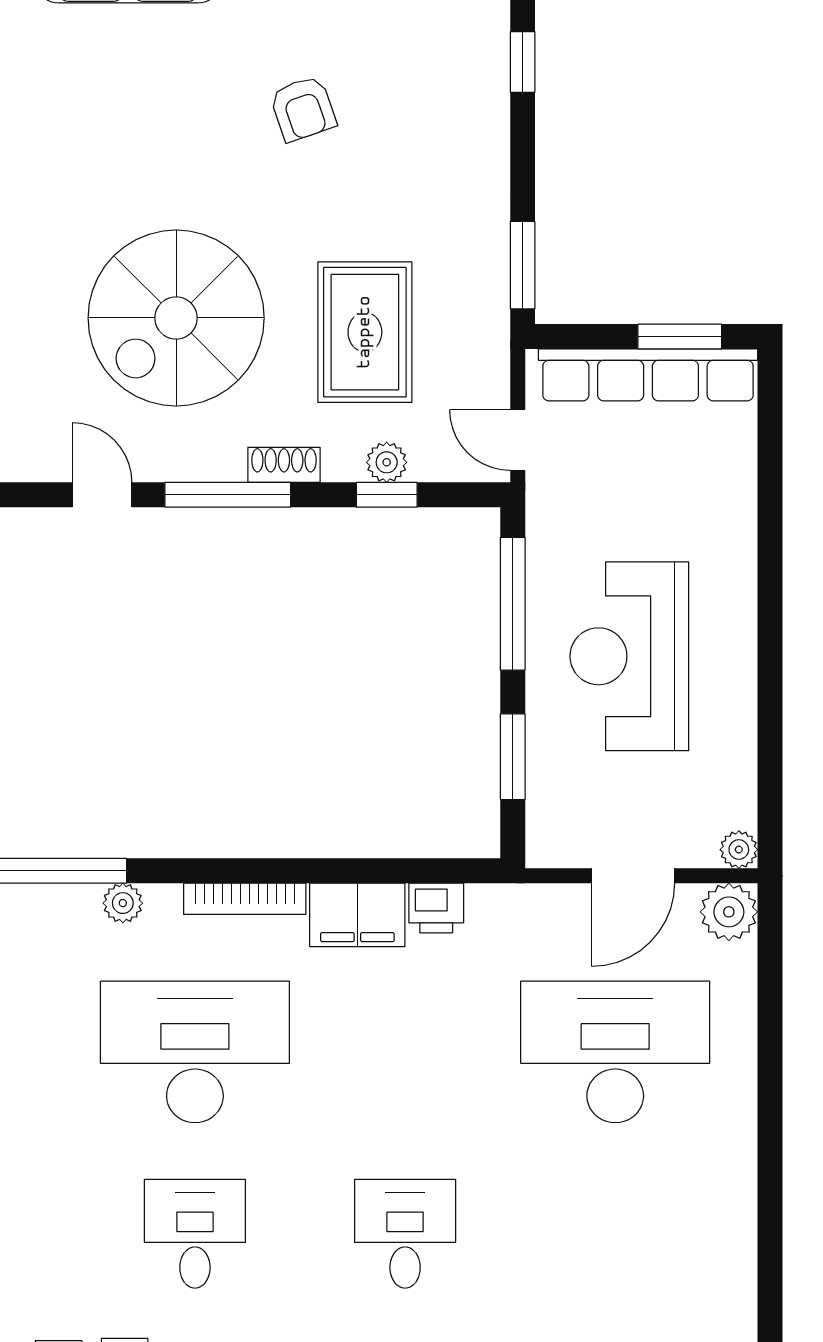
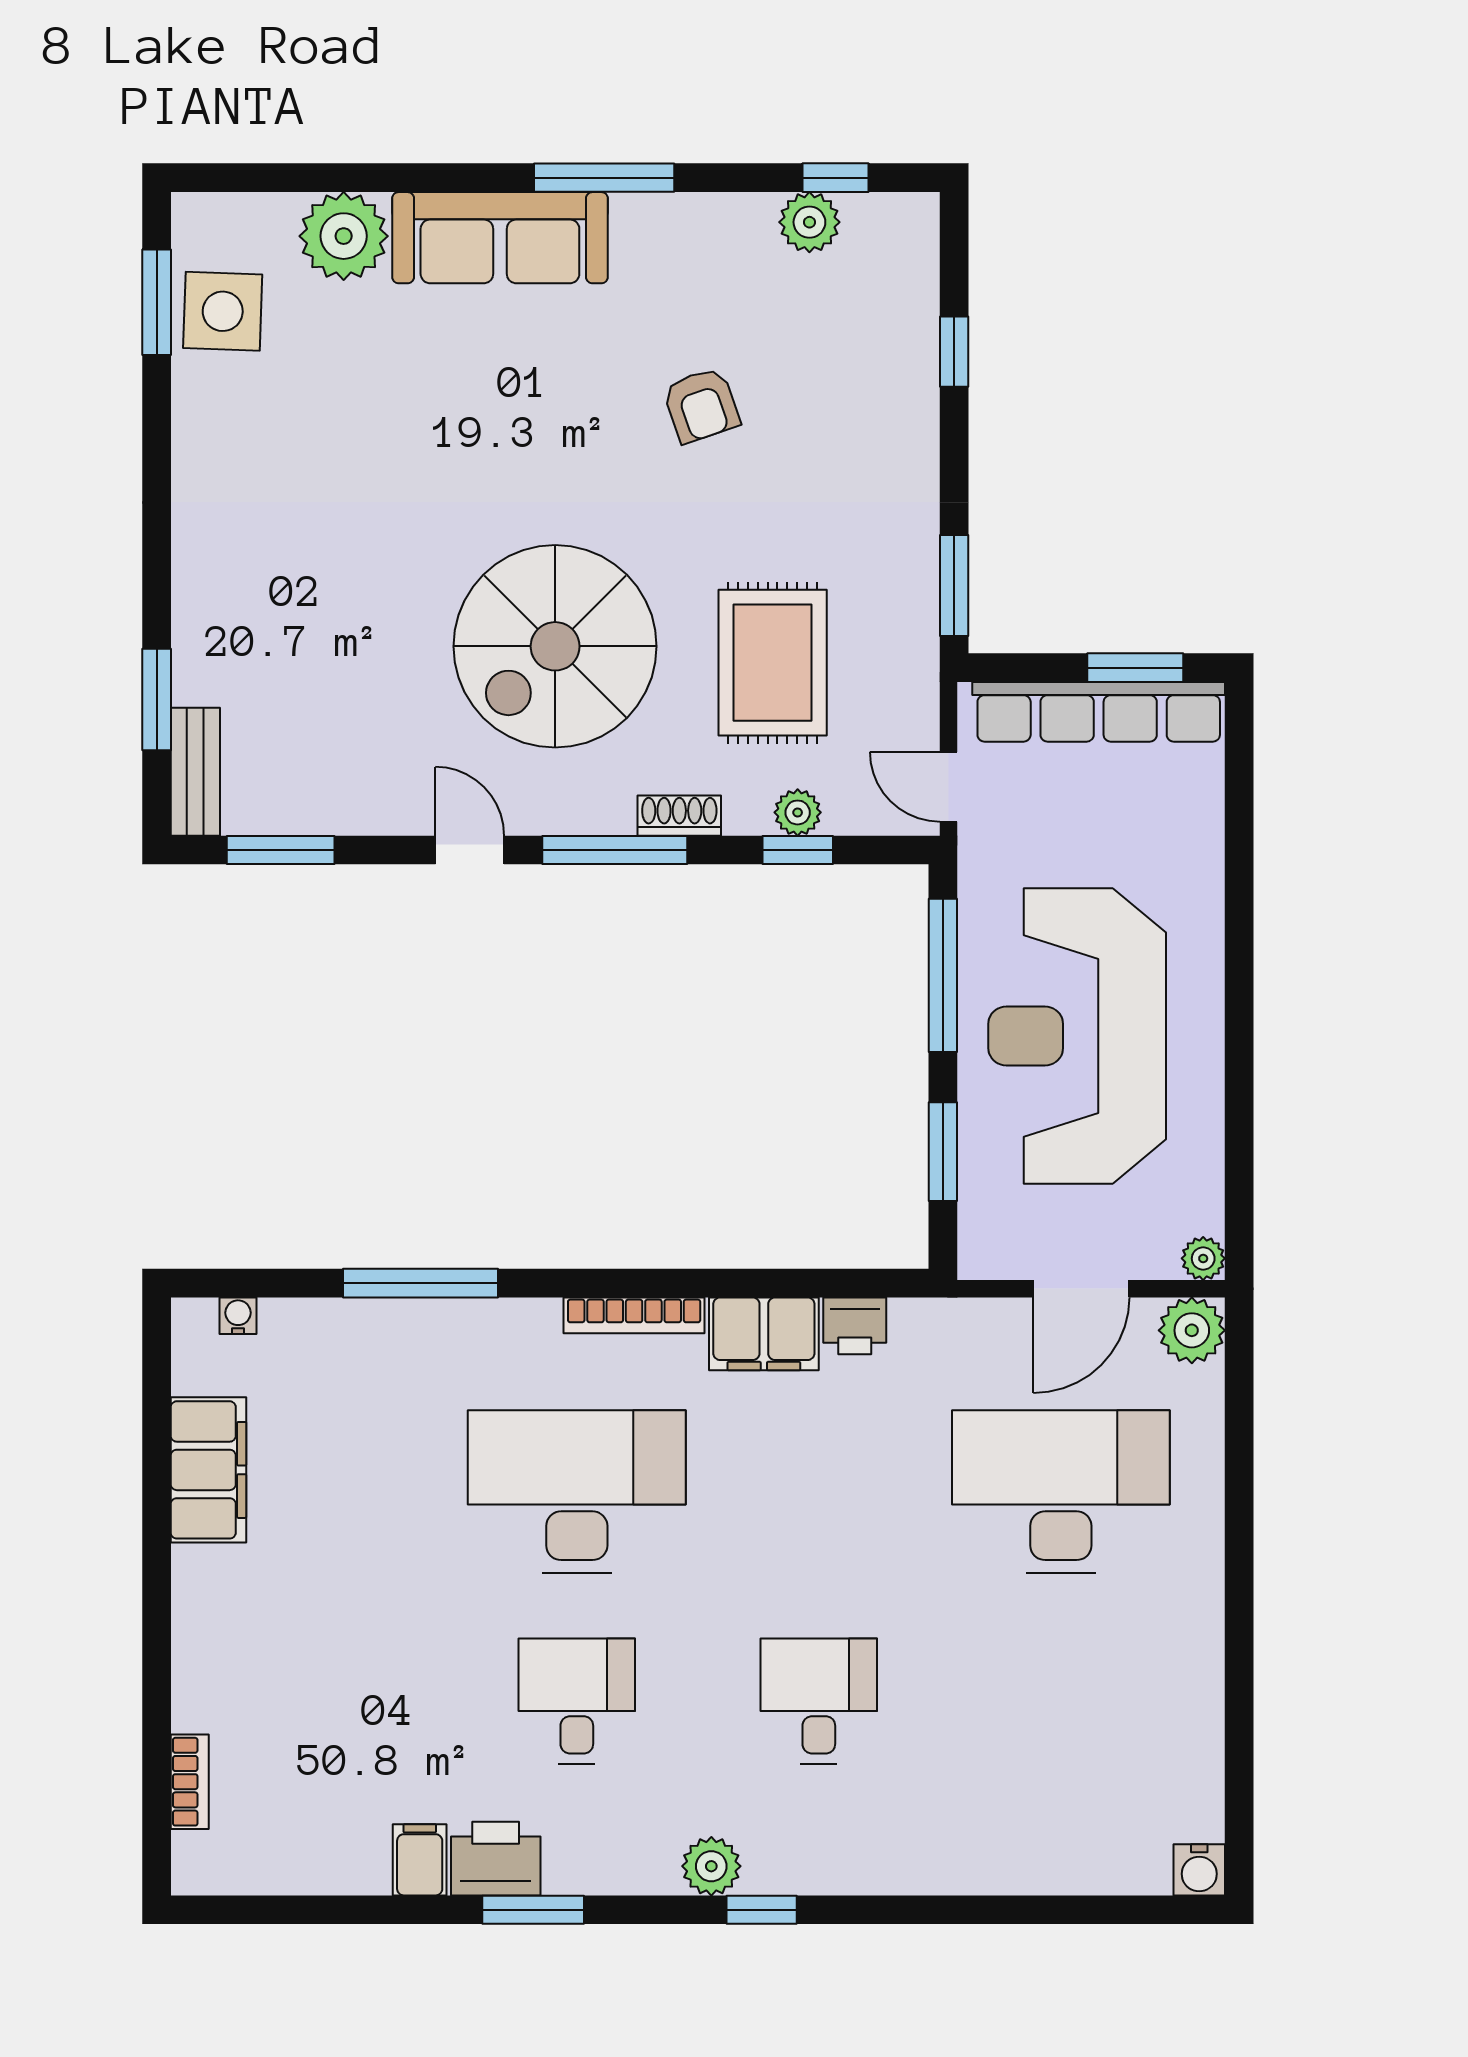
reception desk: (629, 656) -> (1077, 1036), width x1.36, depth x1.30
plant: (123, 903) -> (494, 1320), removed

